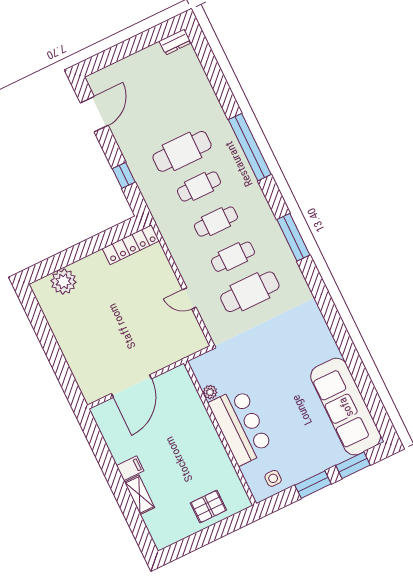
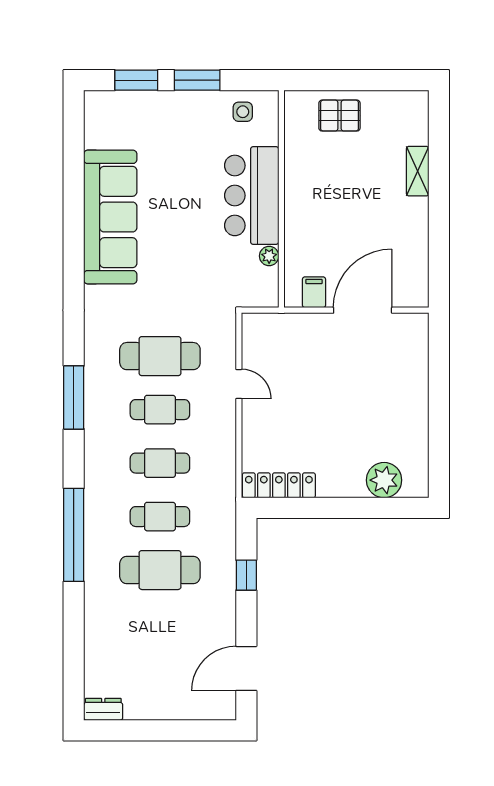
sofa: (346, 407) -> (110, 217), moved
filing cabinet: (130, 468) -> (314, 292), moved, turned 90

